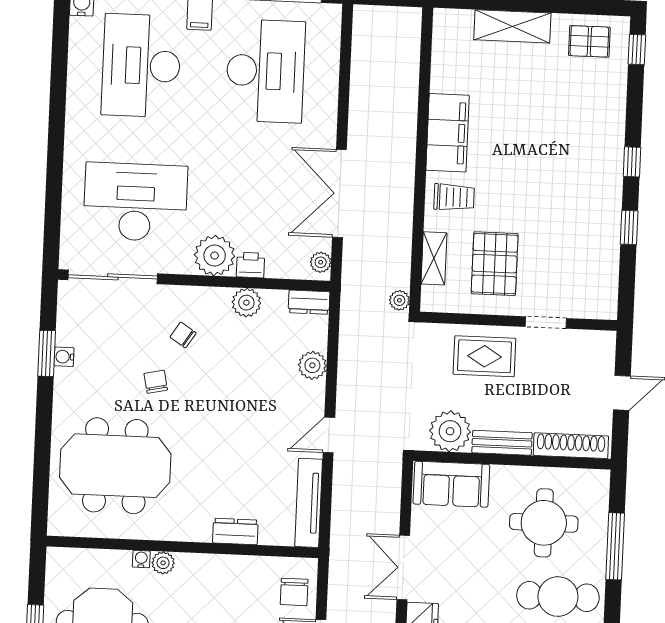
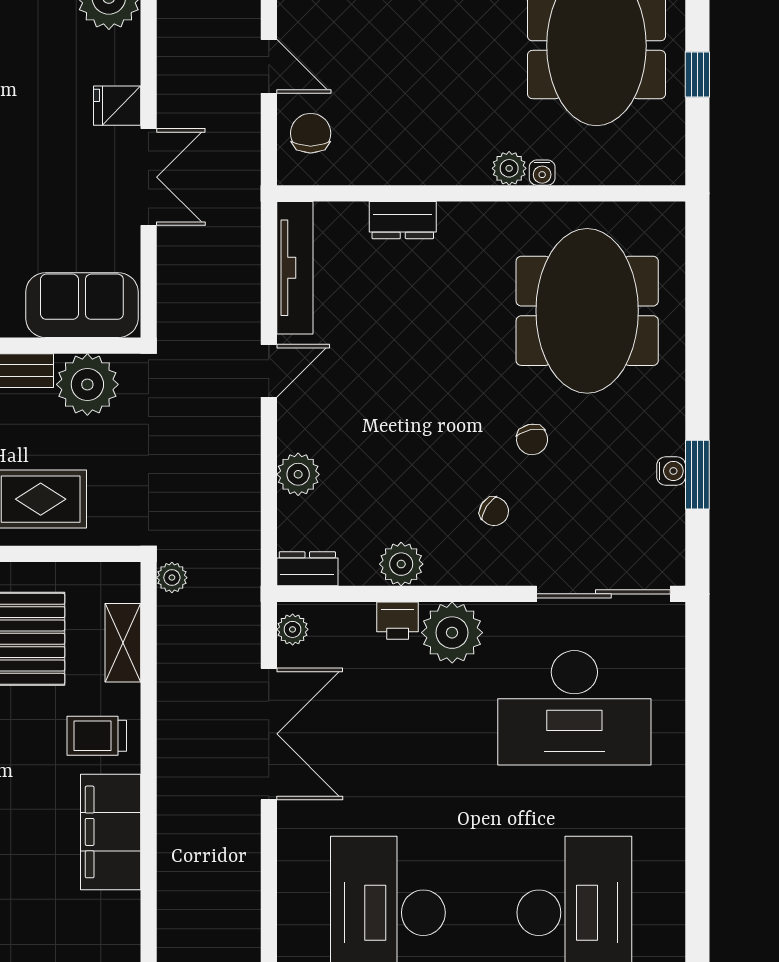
meeting table: (115, 466) -> (587, 311), turned 90

